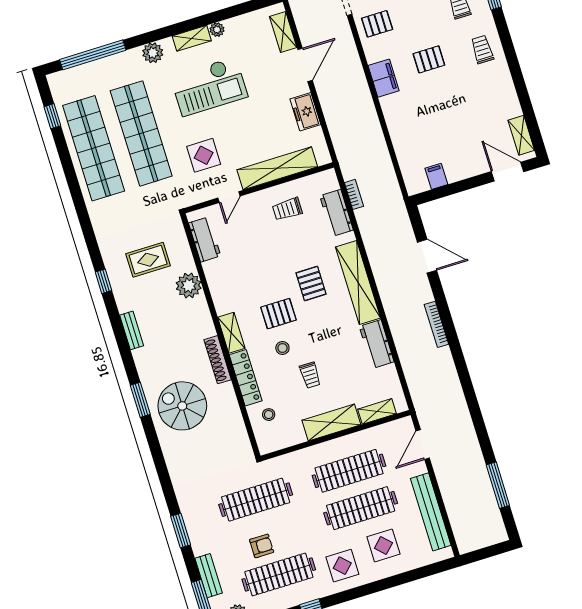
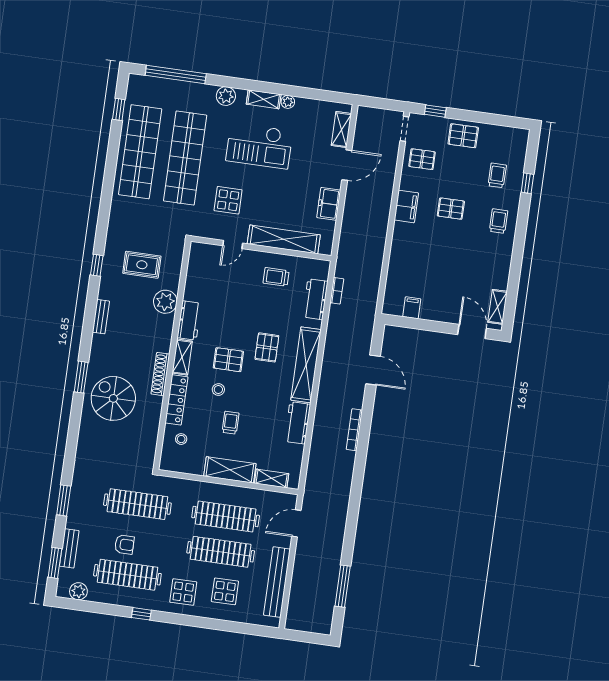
workbench: (205, 239) -> (189, 320), moved
trolley: (310, 375) -> (231, 423), turned 180

